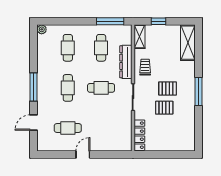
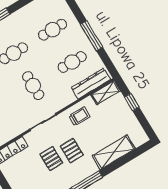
window: (110, 21) -> (92, 36), moved
shelving: (188, 43) -> (114, 152), moved
dresser: (126, 62) -> (91, 84), moved

